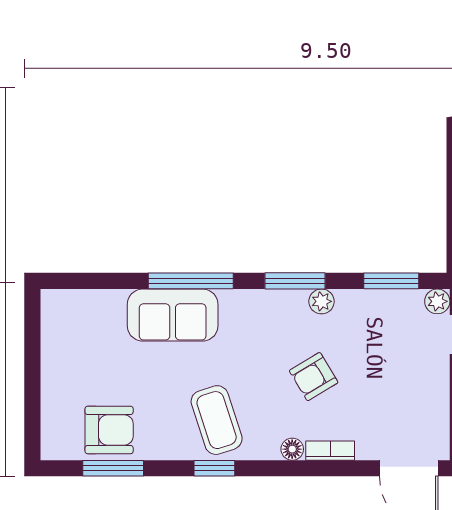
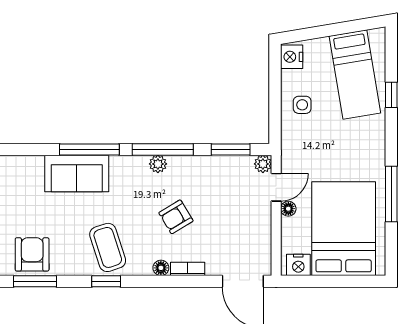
window: (295, 281) -> (163, 150), width x1.44
plant: (322, 301) -> (158, 164), moved
armchair: (109, 430) -> (32, 254), turned -90

